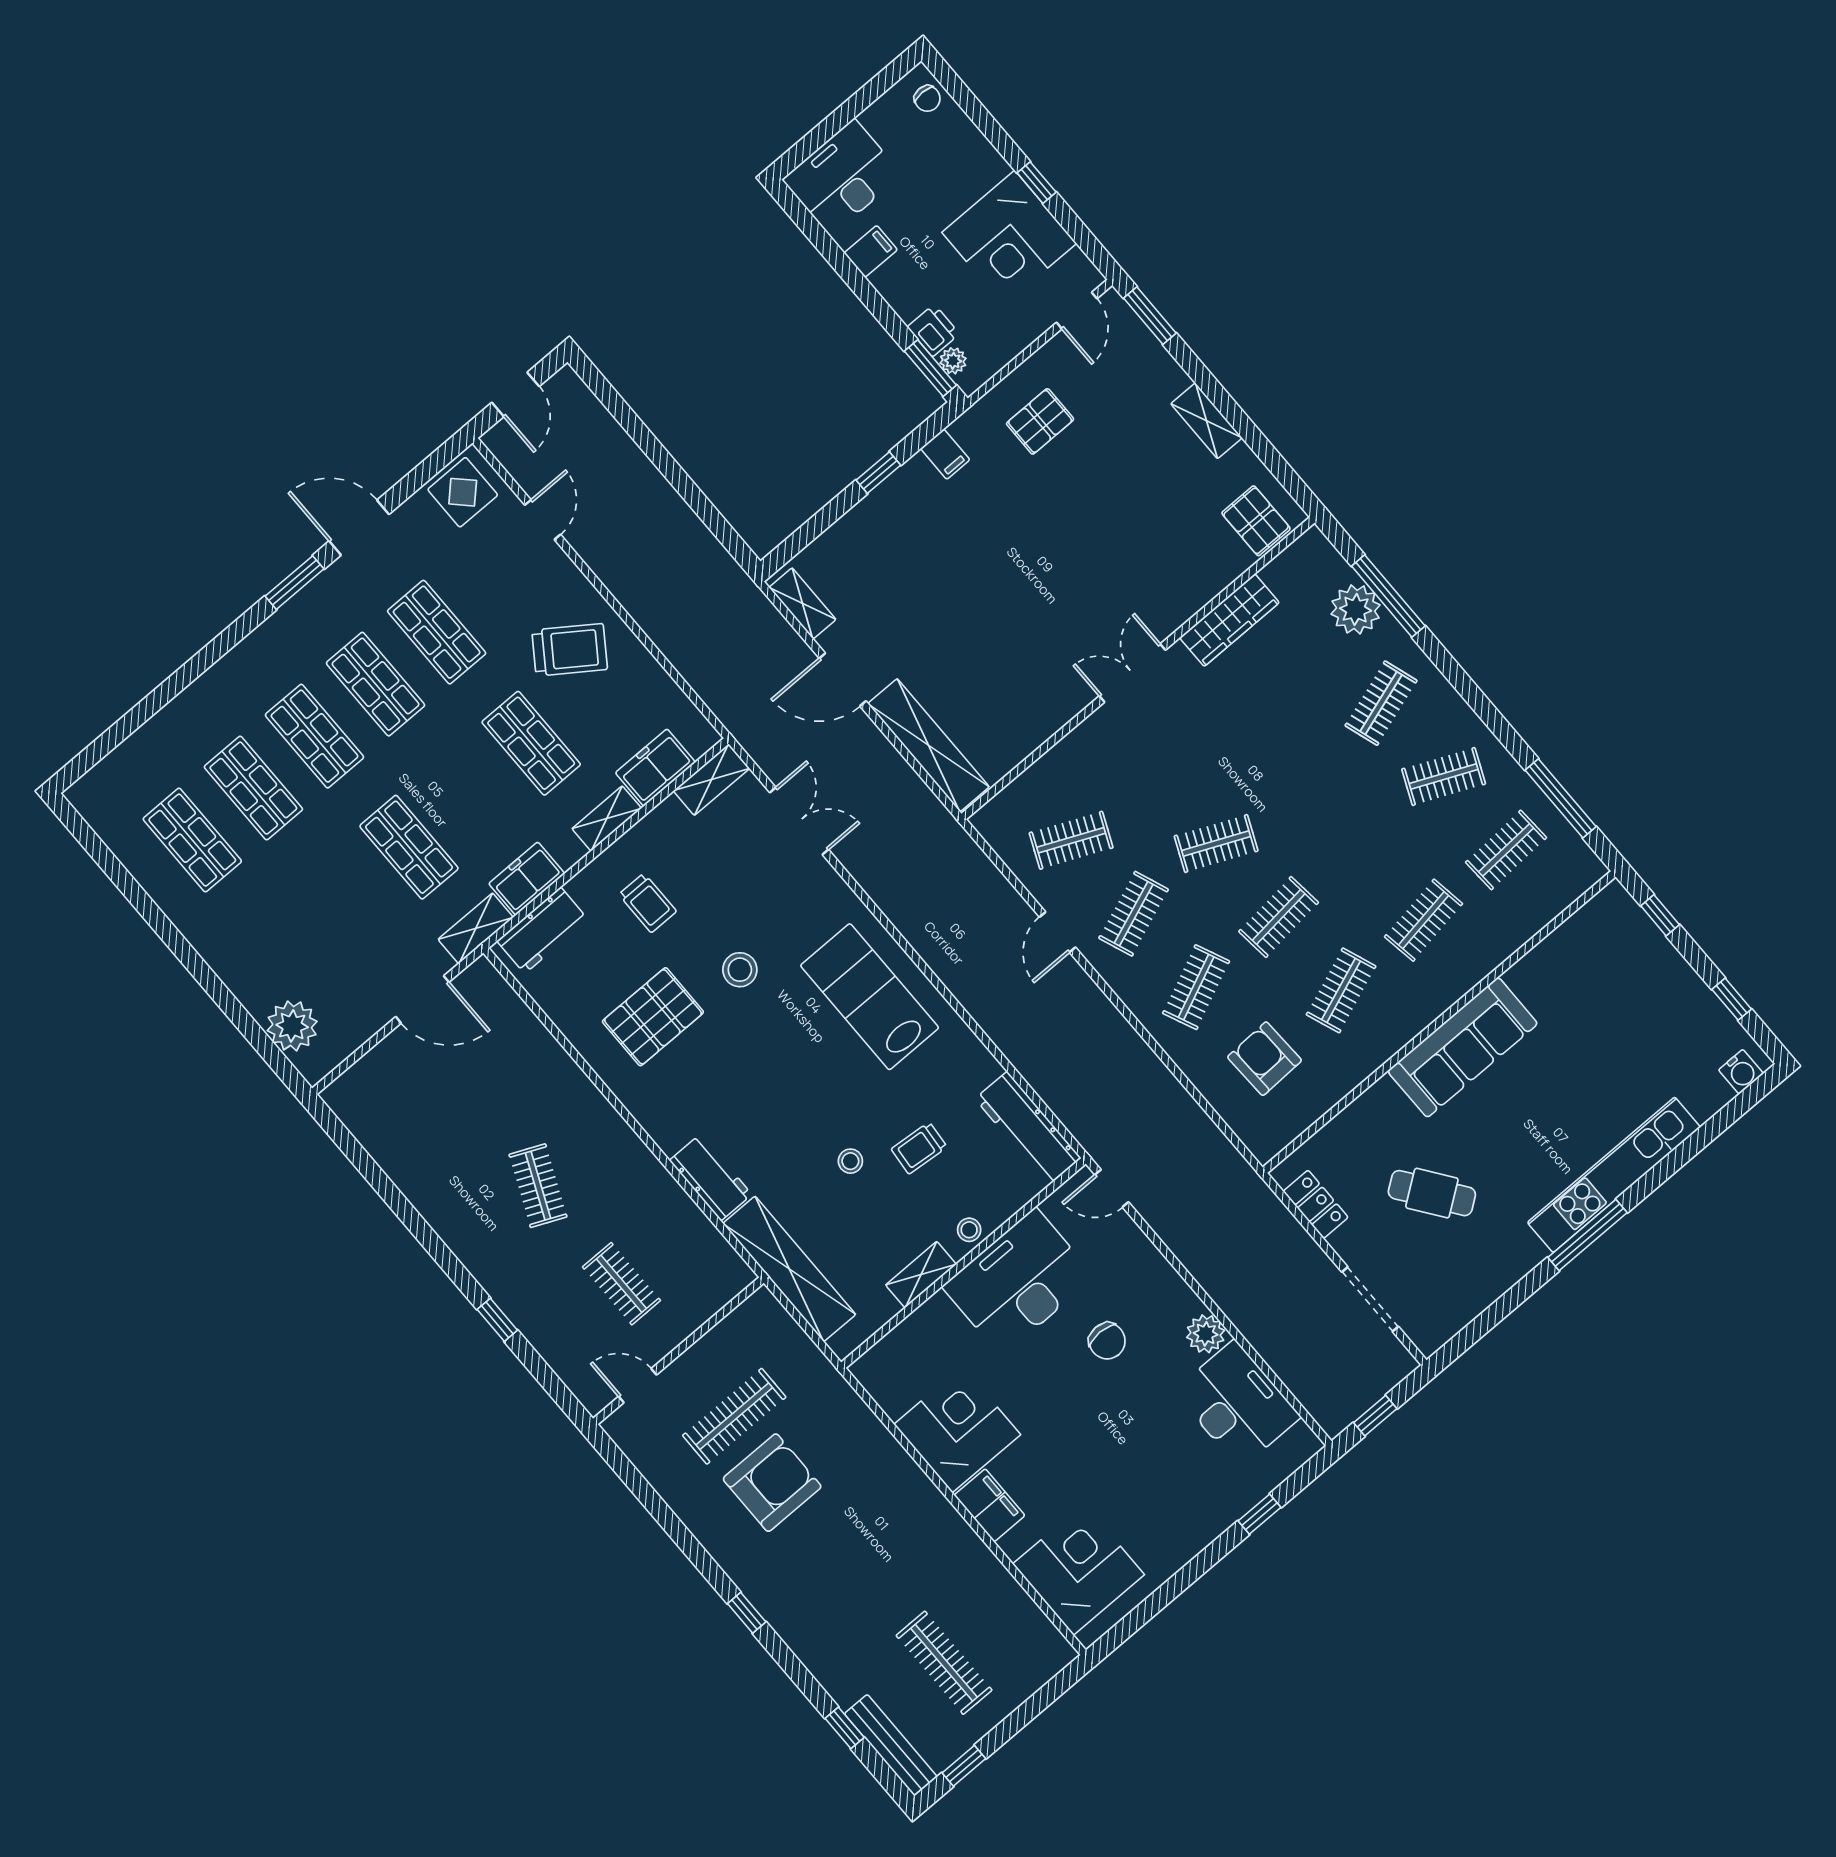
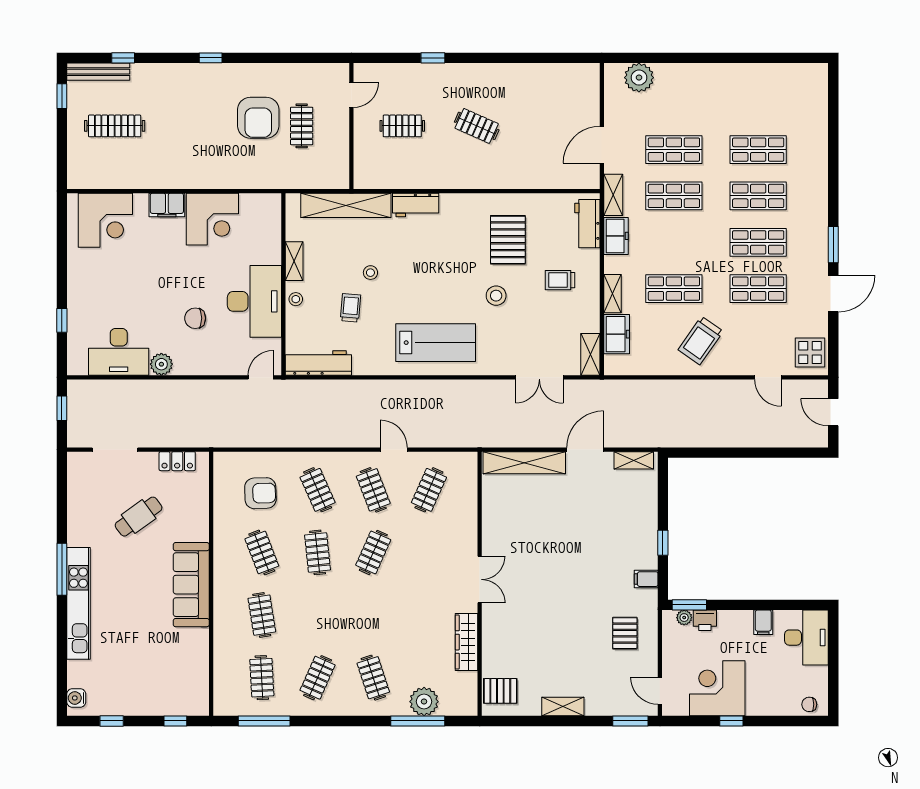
shop shelf: (192, 840) -> (674, 150), moved
clothes rail: (734, 1416) -> (302, 126), width x0.73

